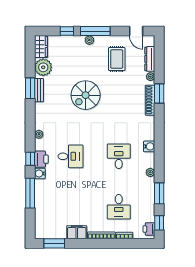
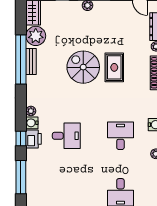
rug: (117, 59) -> (114, 67), moved
window: (30, 88) -> (21, 60), width x2.11
spiral stairs: (86, 95) -> (83, 67), turned 90
water cooler: (40, 174) -> (32, 123), moved

